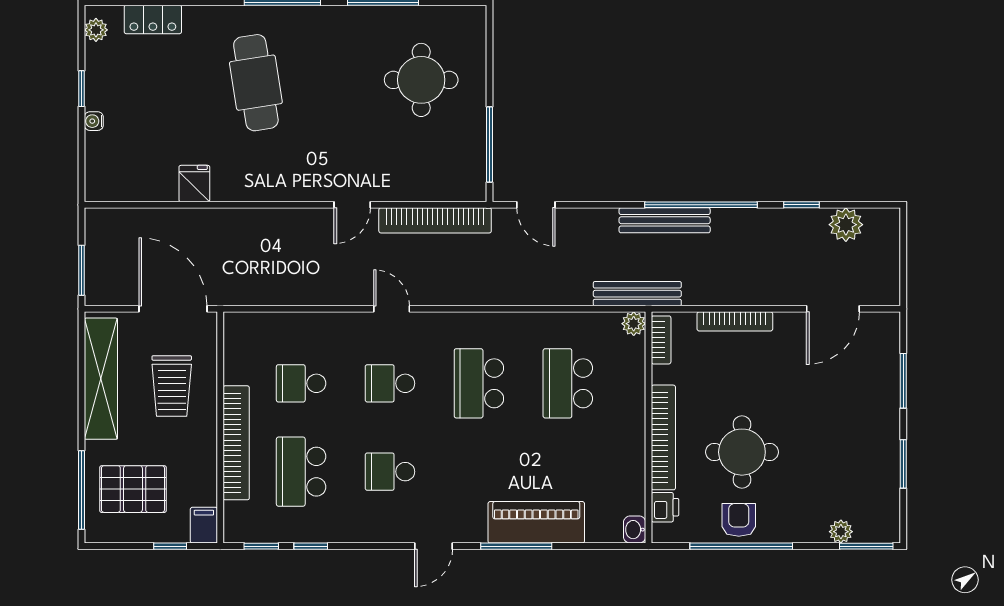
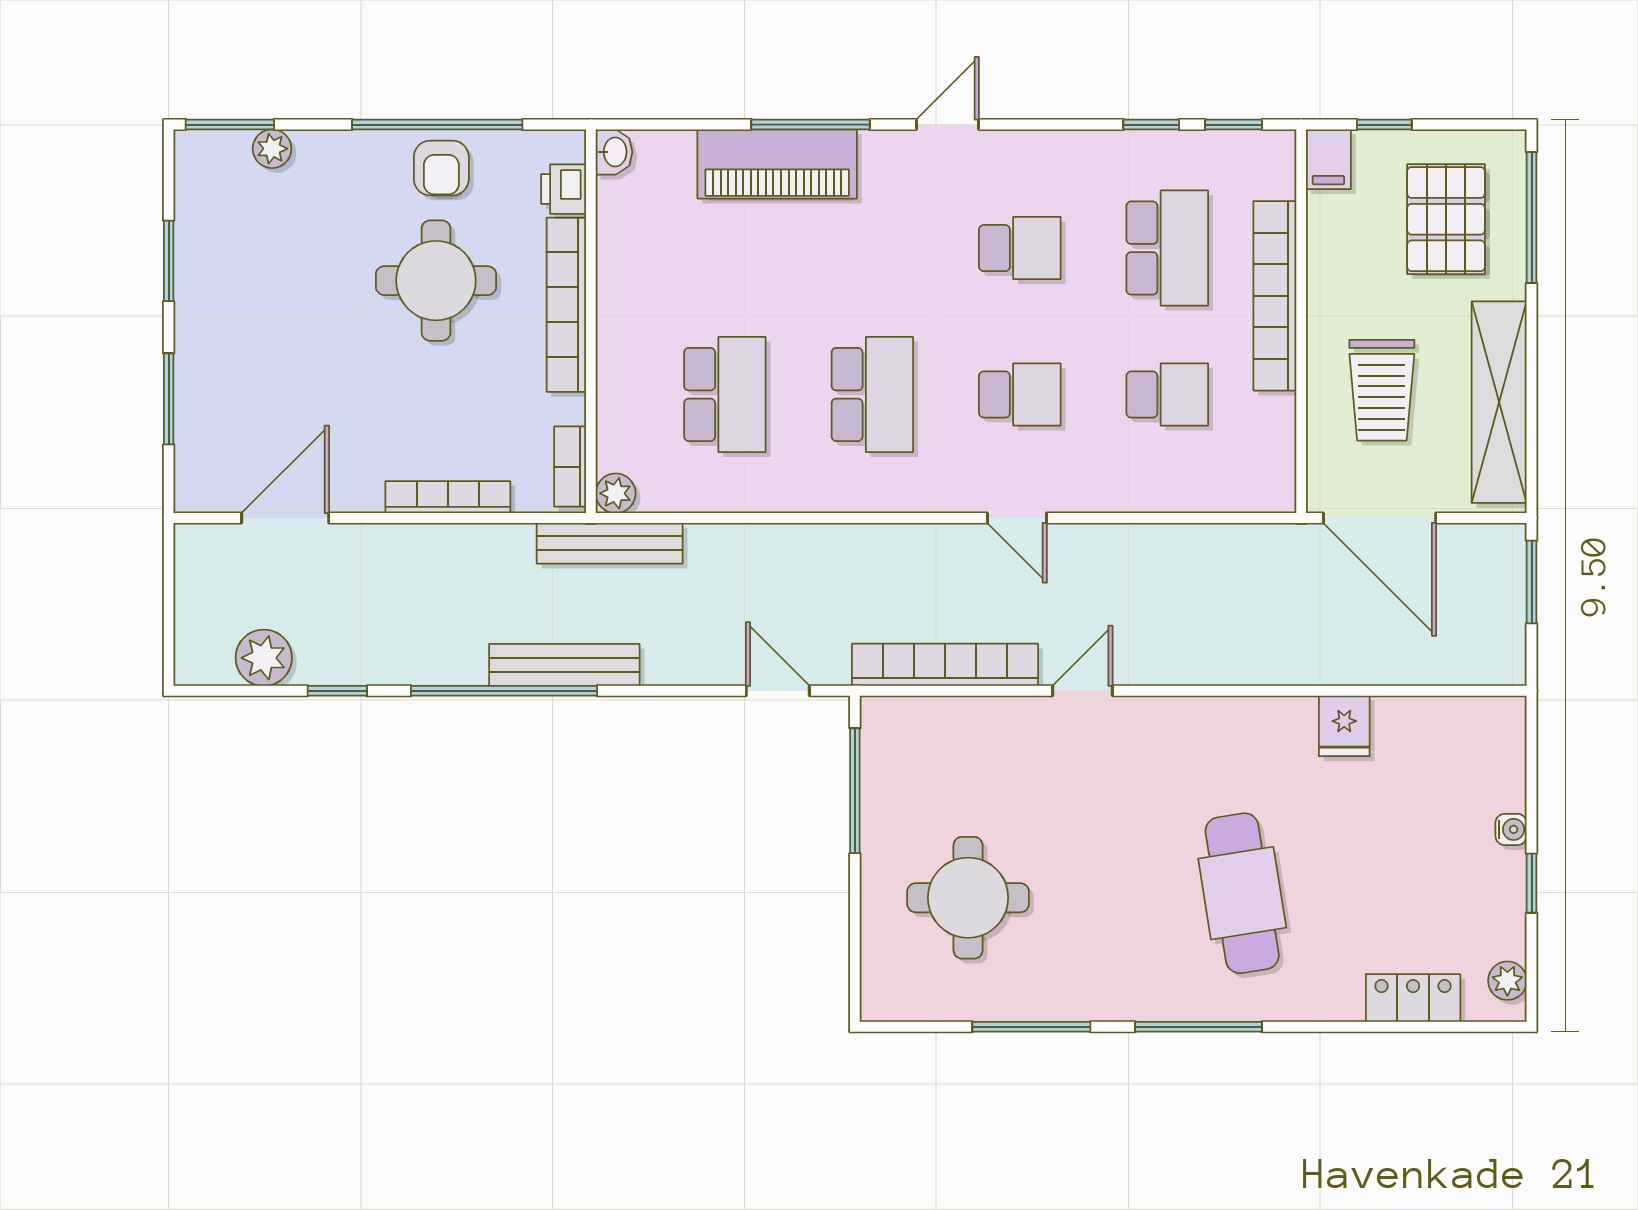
trolley: (172, 386) -> (1382, 390), turned 180
pallet: (133, 489) -> (1446, 219), turned 90

